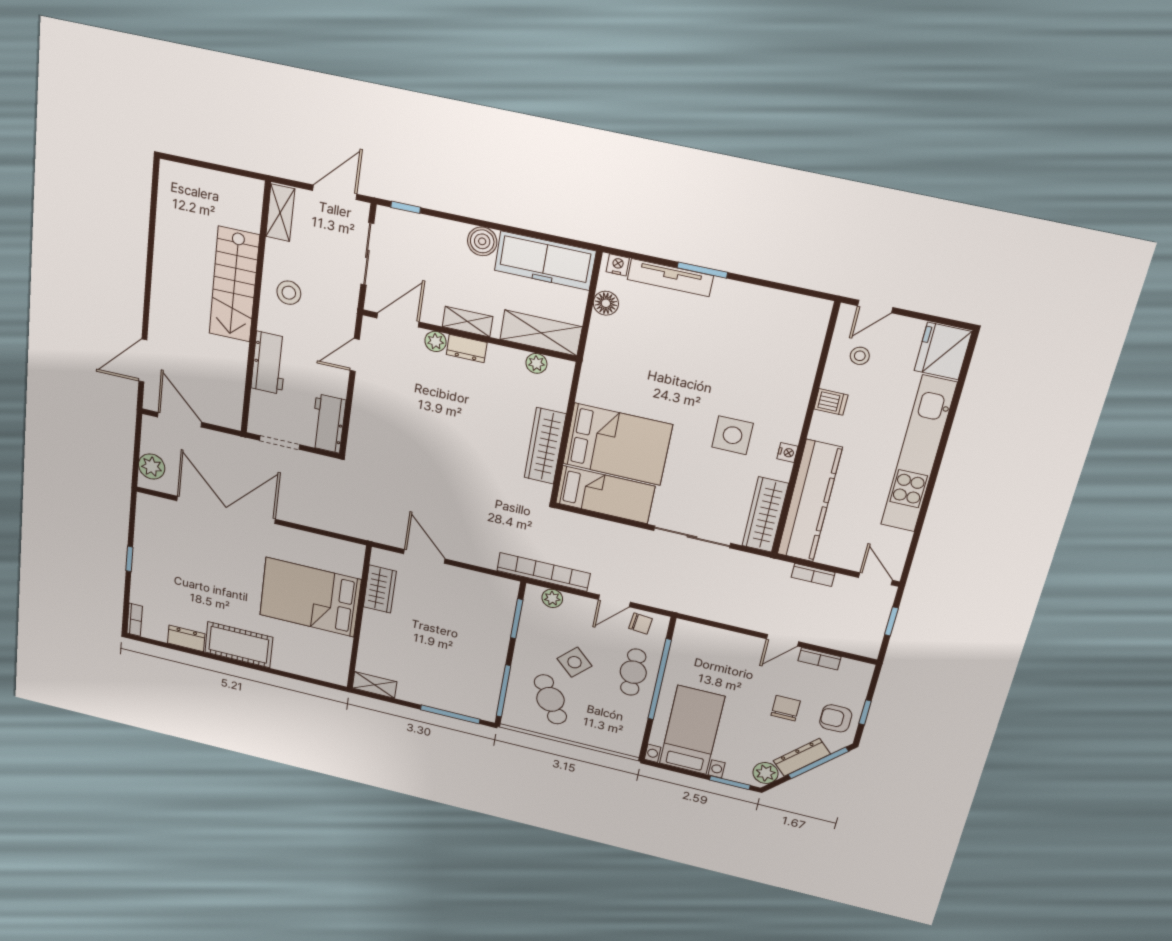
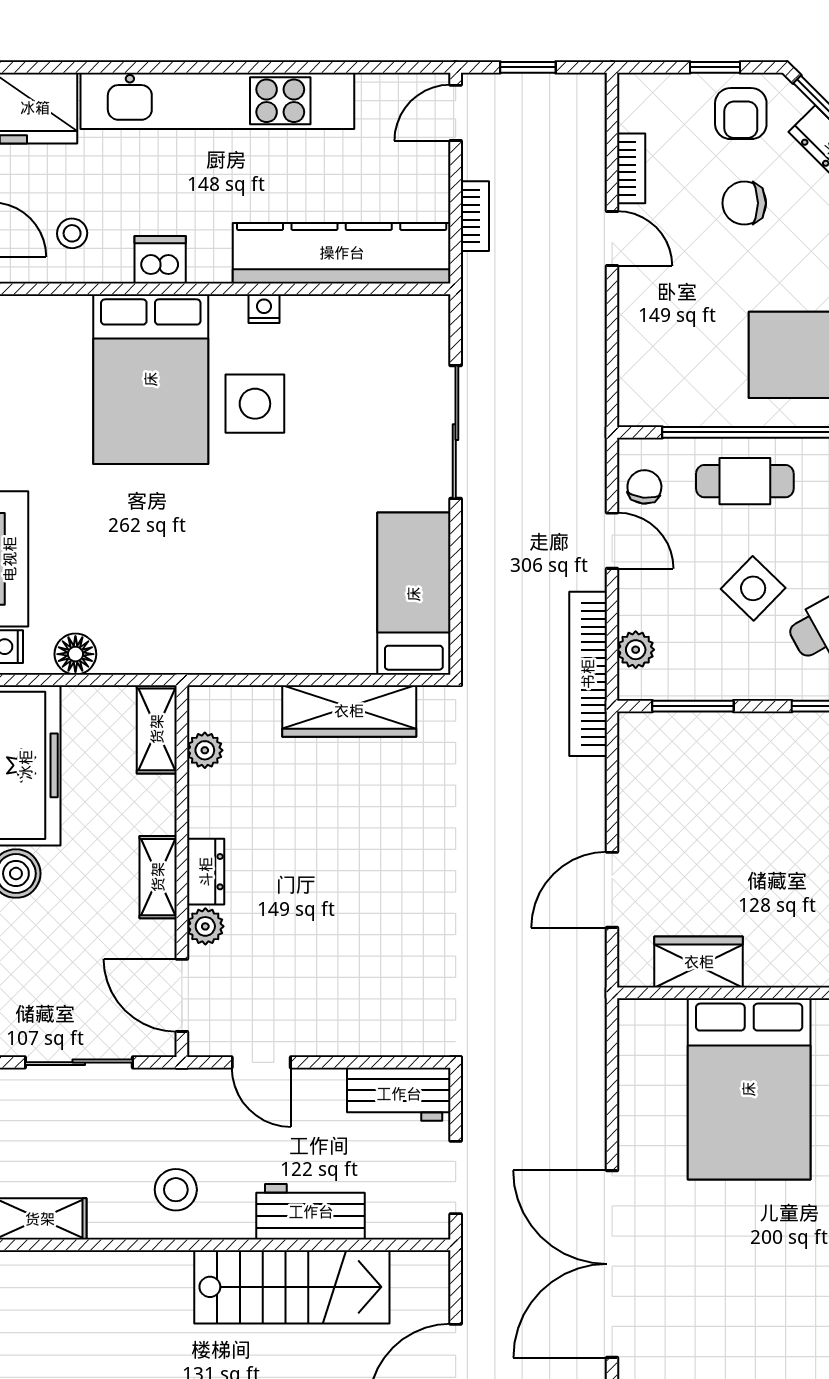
stairs: (234, 285) -> (292, 1287), moved
shelving: (541, 333) -> (157, 729), width x0.67, depth x0.75
dishwasher: (831, 402) -> (160, 260), width x1.38
bed: (617, 444) -> (151, 379), moved, turned 180
wardrobe: (765, 515) -> (384, 320), removed

